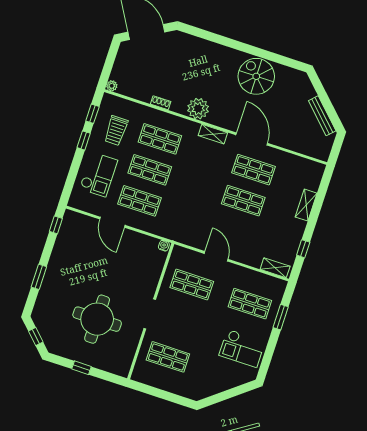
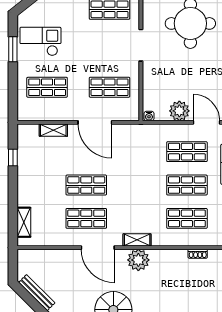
plant: (198, 109) -> (138, 260), moved
shelving: (306, 205) -> (24, 222), moved
plant: (134, 241) -> (179, 111), added
door: (216, 256) -> (95, 122), width x1.36
shelving: (275, 268) -> (53, 130), moved
window: (281, 317) -> (13, 49), moved

